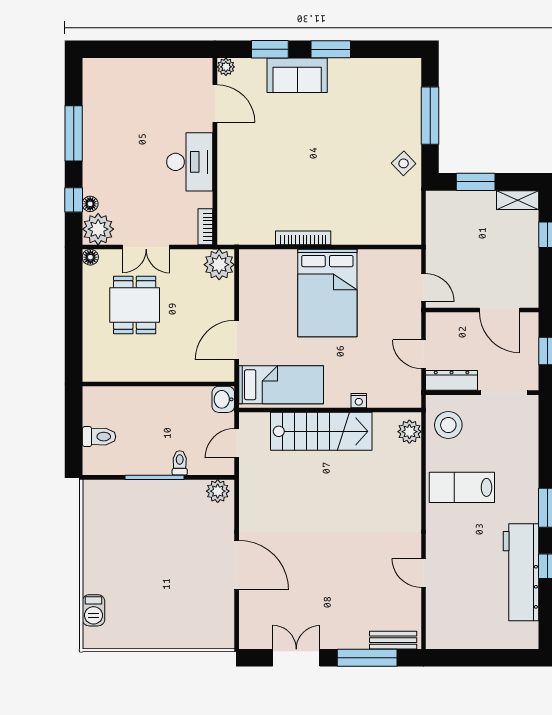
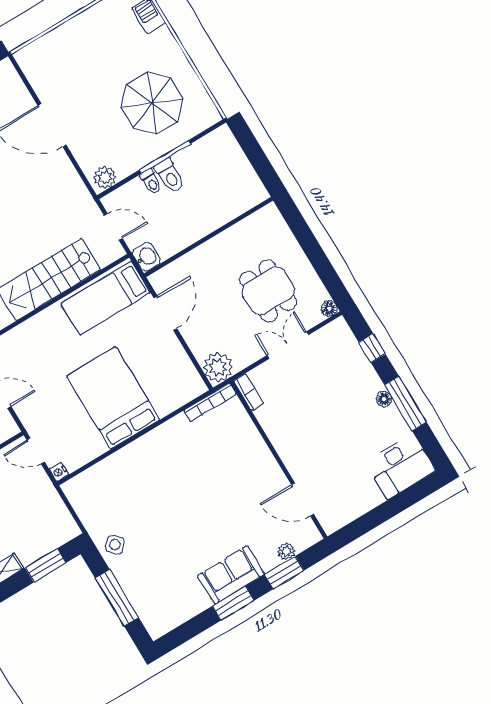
plant: (226, 67) -> (286, 551), moved
sofa: (297, 75) -> (231, 575), moved
desk: (190, 162) -> (400, 466), moved, turned -90
floor lamp: (90, 204) -> (384, 399), moved
plant: (98, 229) -> (337, 336), removed
bookcase: (303, 238) -> (210, 402), moved
nightstand: (359, 401) -> (59, 472), moved, turned -90
toilet: (99, 437) -> (169, 176), moved, turned -90
door: (237, 443) -> (113, 227), hinge flipped
parasol: (137, 532) -> (152, 103), added

